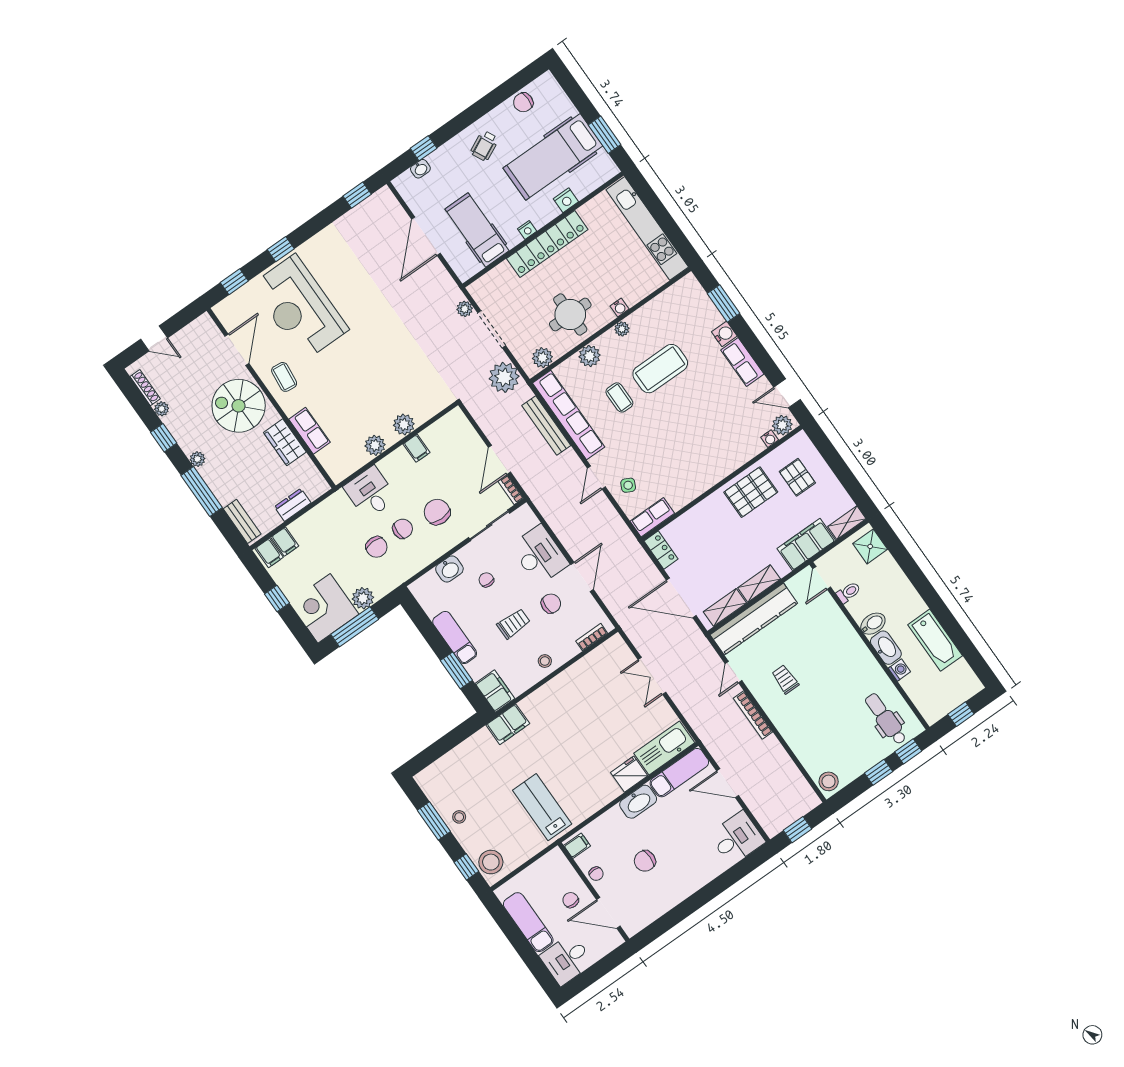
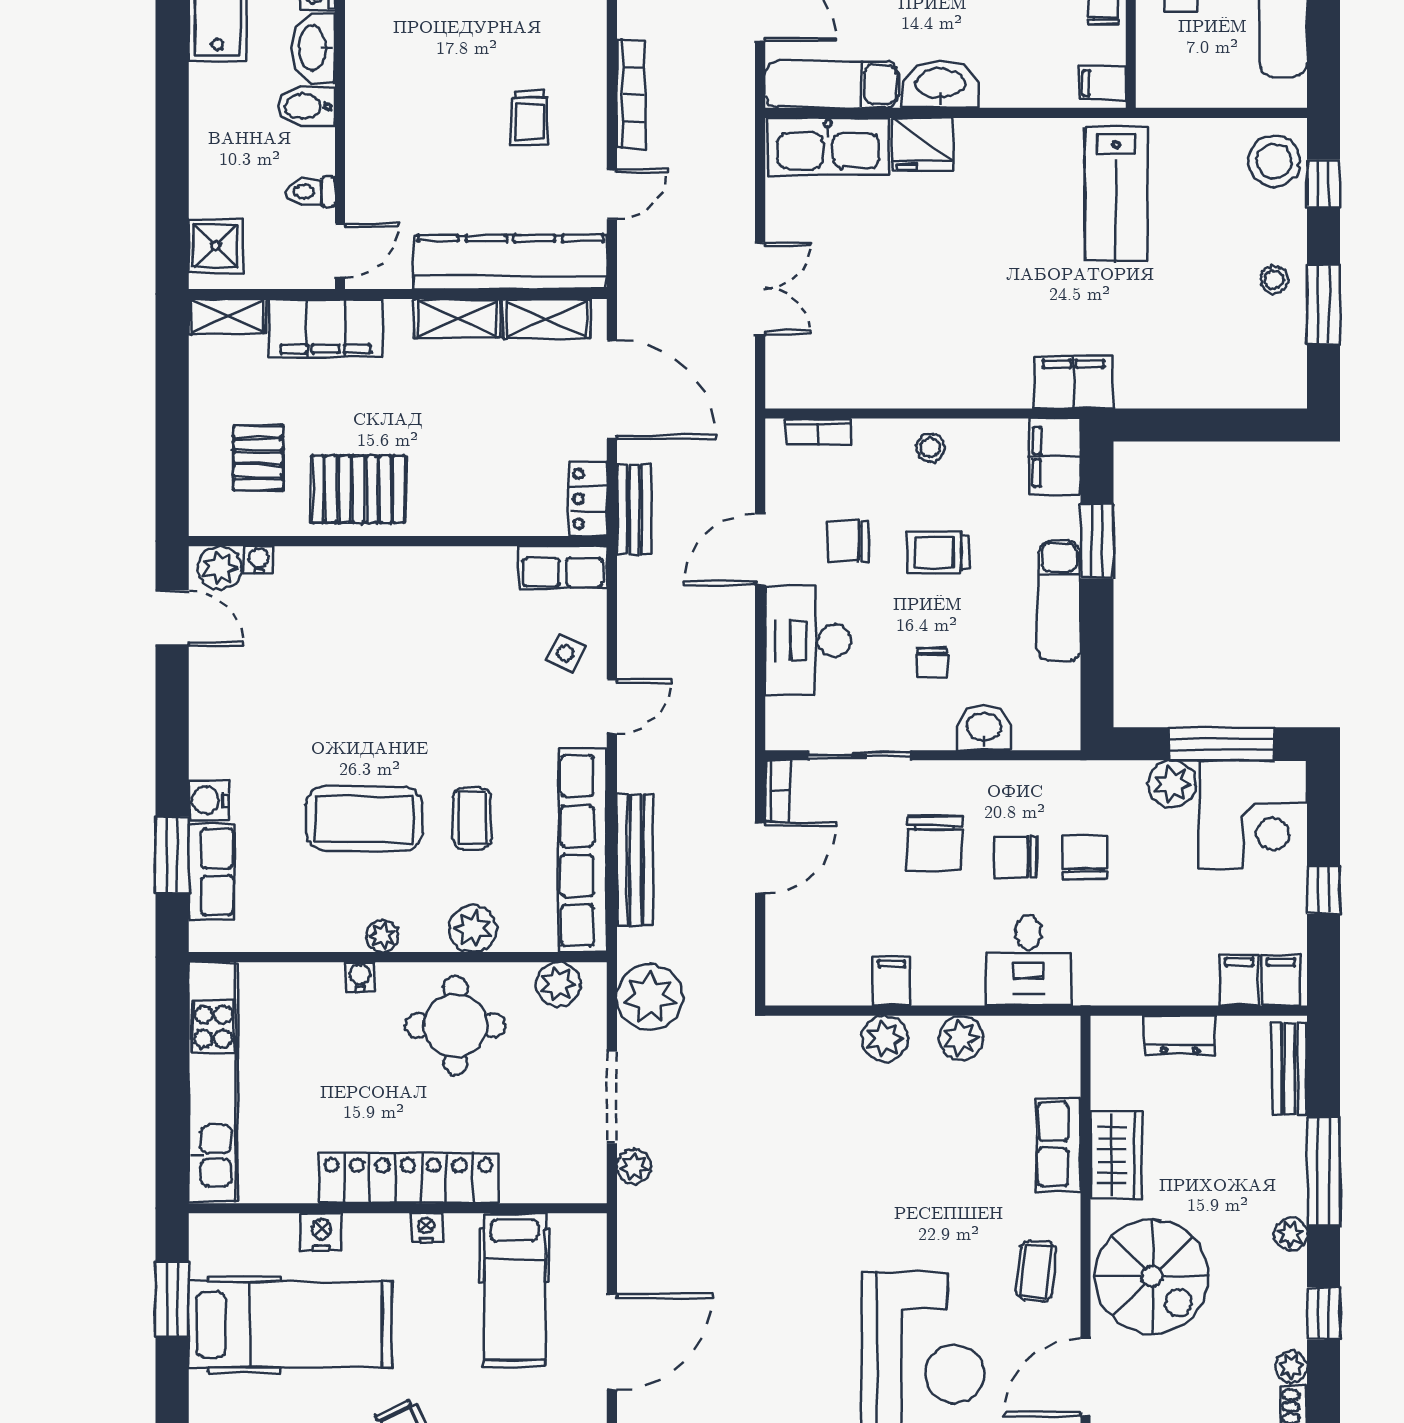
row of seats: (742, 362) -> (212, 872), moved
bench: (641, 558) -> (634, 510), added

